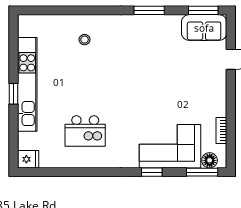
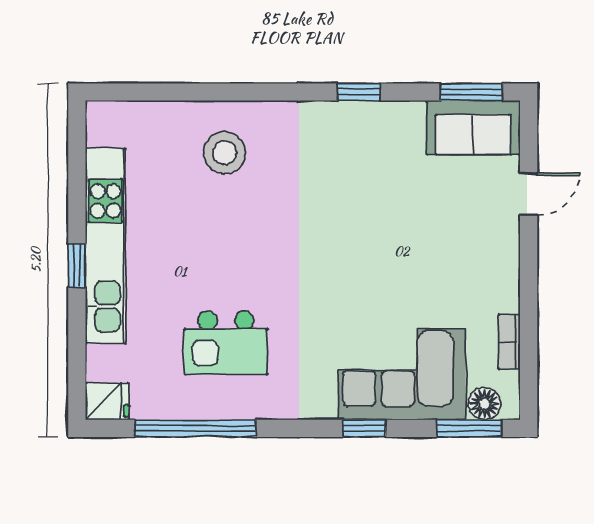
window: (149, 10) -> (359, 92), width x0.67
stool: (85, 40) -> (225, 153), width x1.89, depth x1.89
window: (70, 172) -> (195, 428), added

